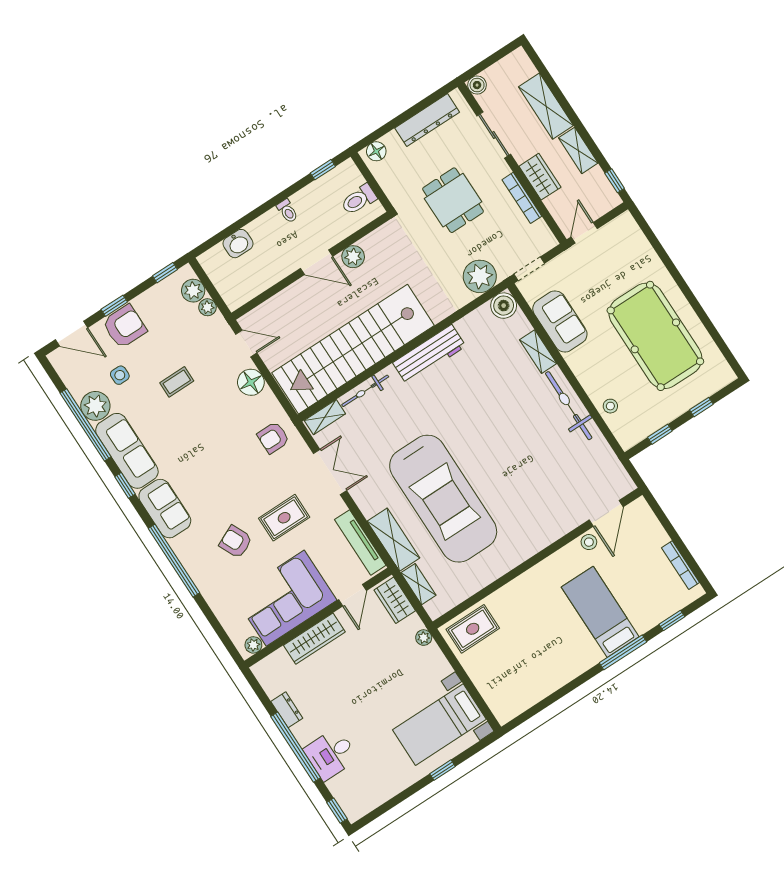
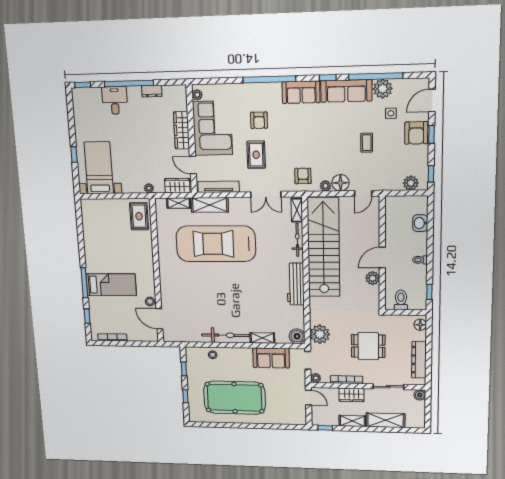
plant: (548, 241) -> (316, 378), added
plant: (208, 307) -> (325, 186), moved
armchair: (236, 542) -> (259, 120), turned 115

